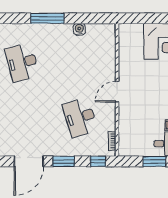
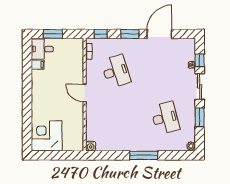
water cooler: (79, 29) -> (91, 146), moved
door: (117, 92) -> (85, 93), swing flipped

